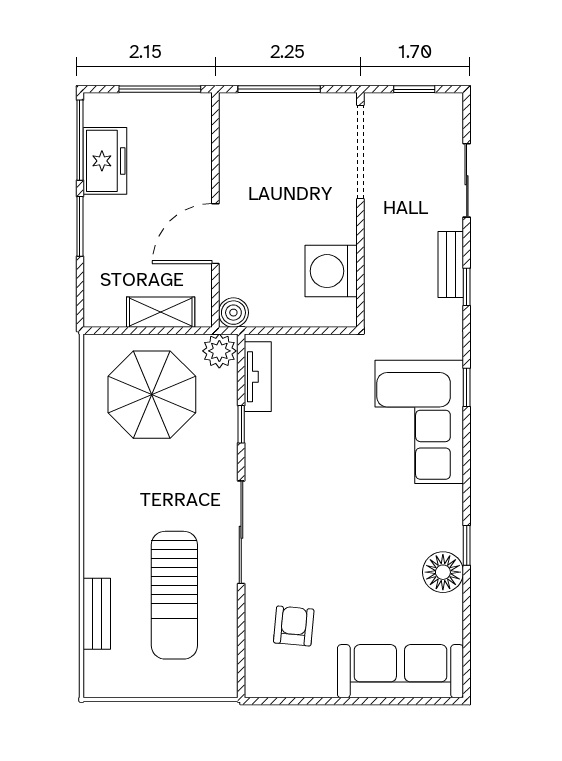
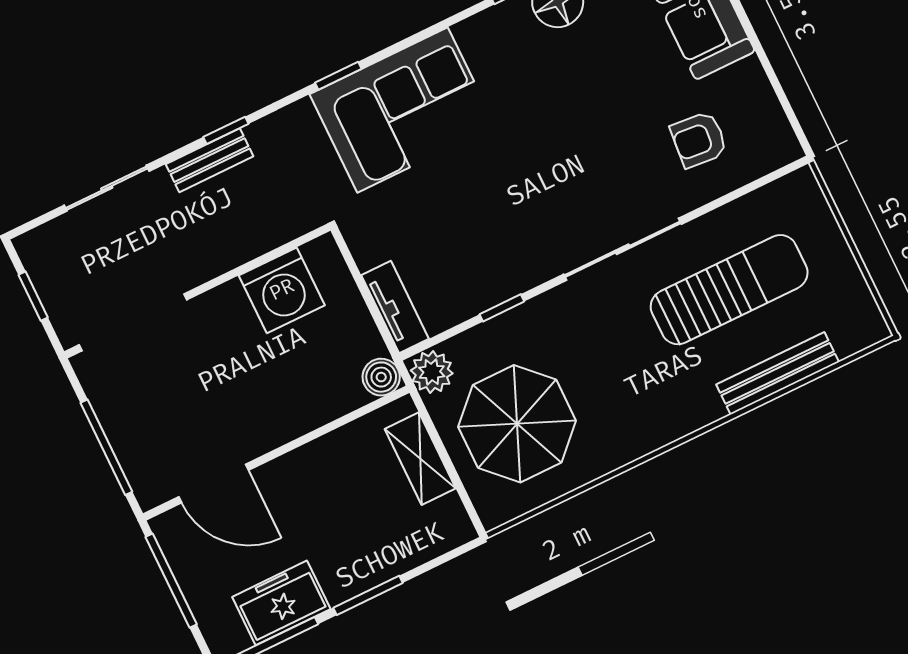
door: (215, 234) -> (214, 483), moved
tv unit: (258, 377) -> (395, 307), moved, turned 90
bench: (97, 614) -> (778, 373), width x1.36

